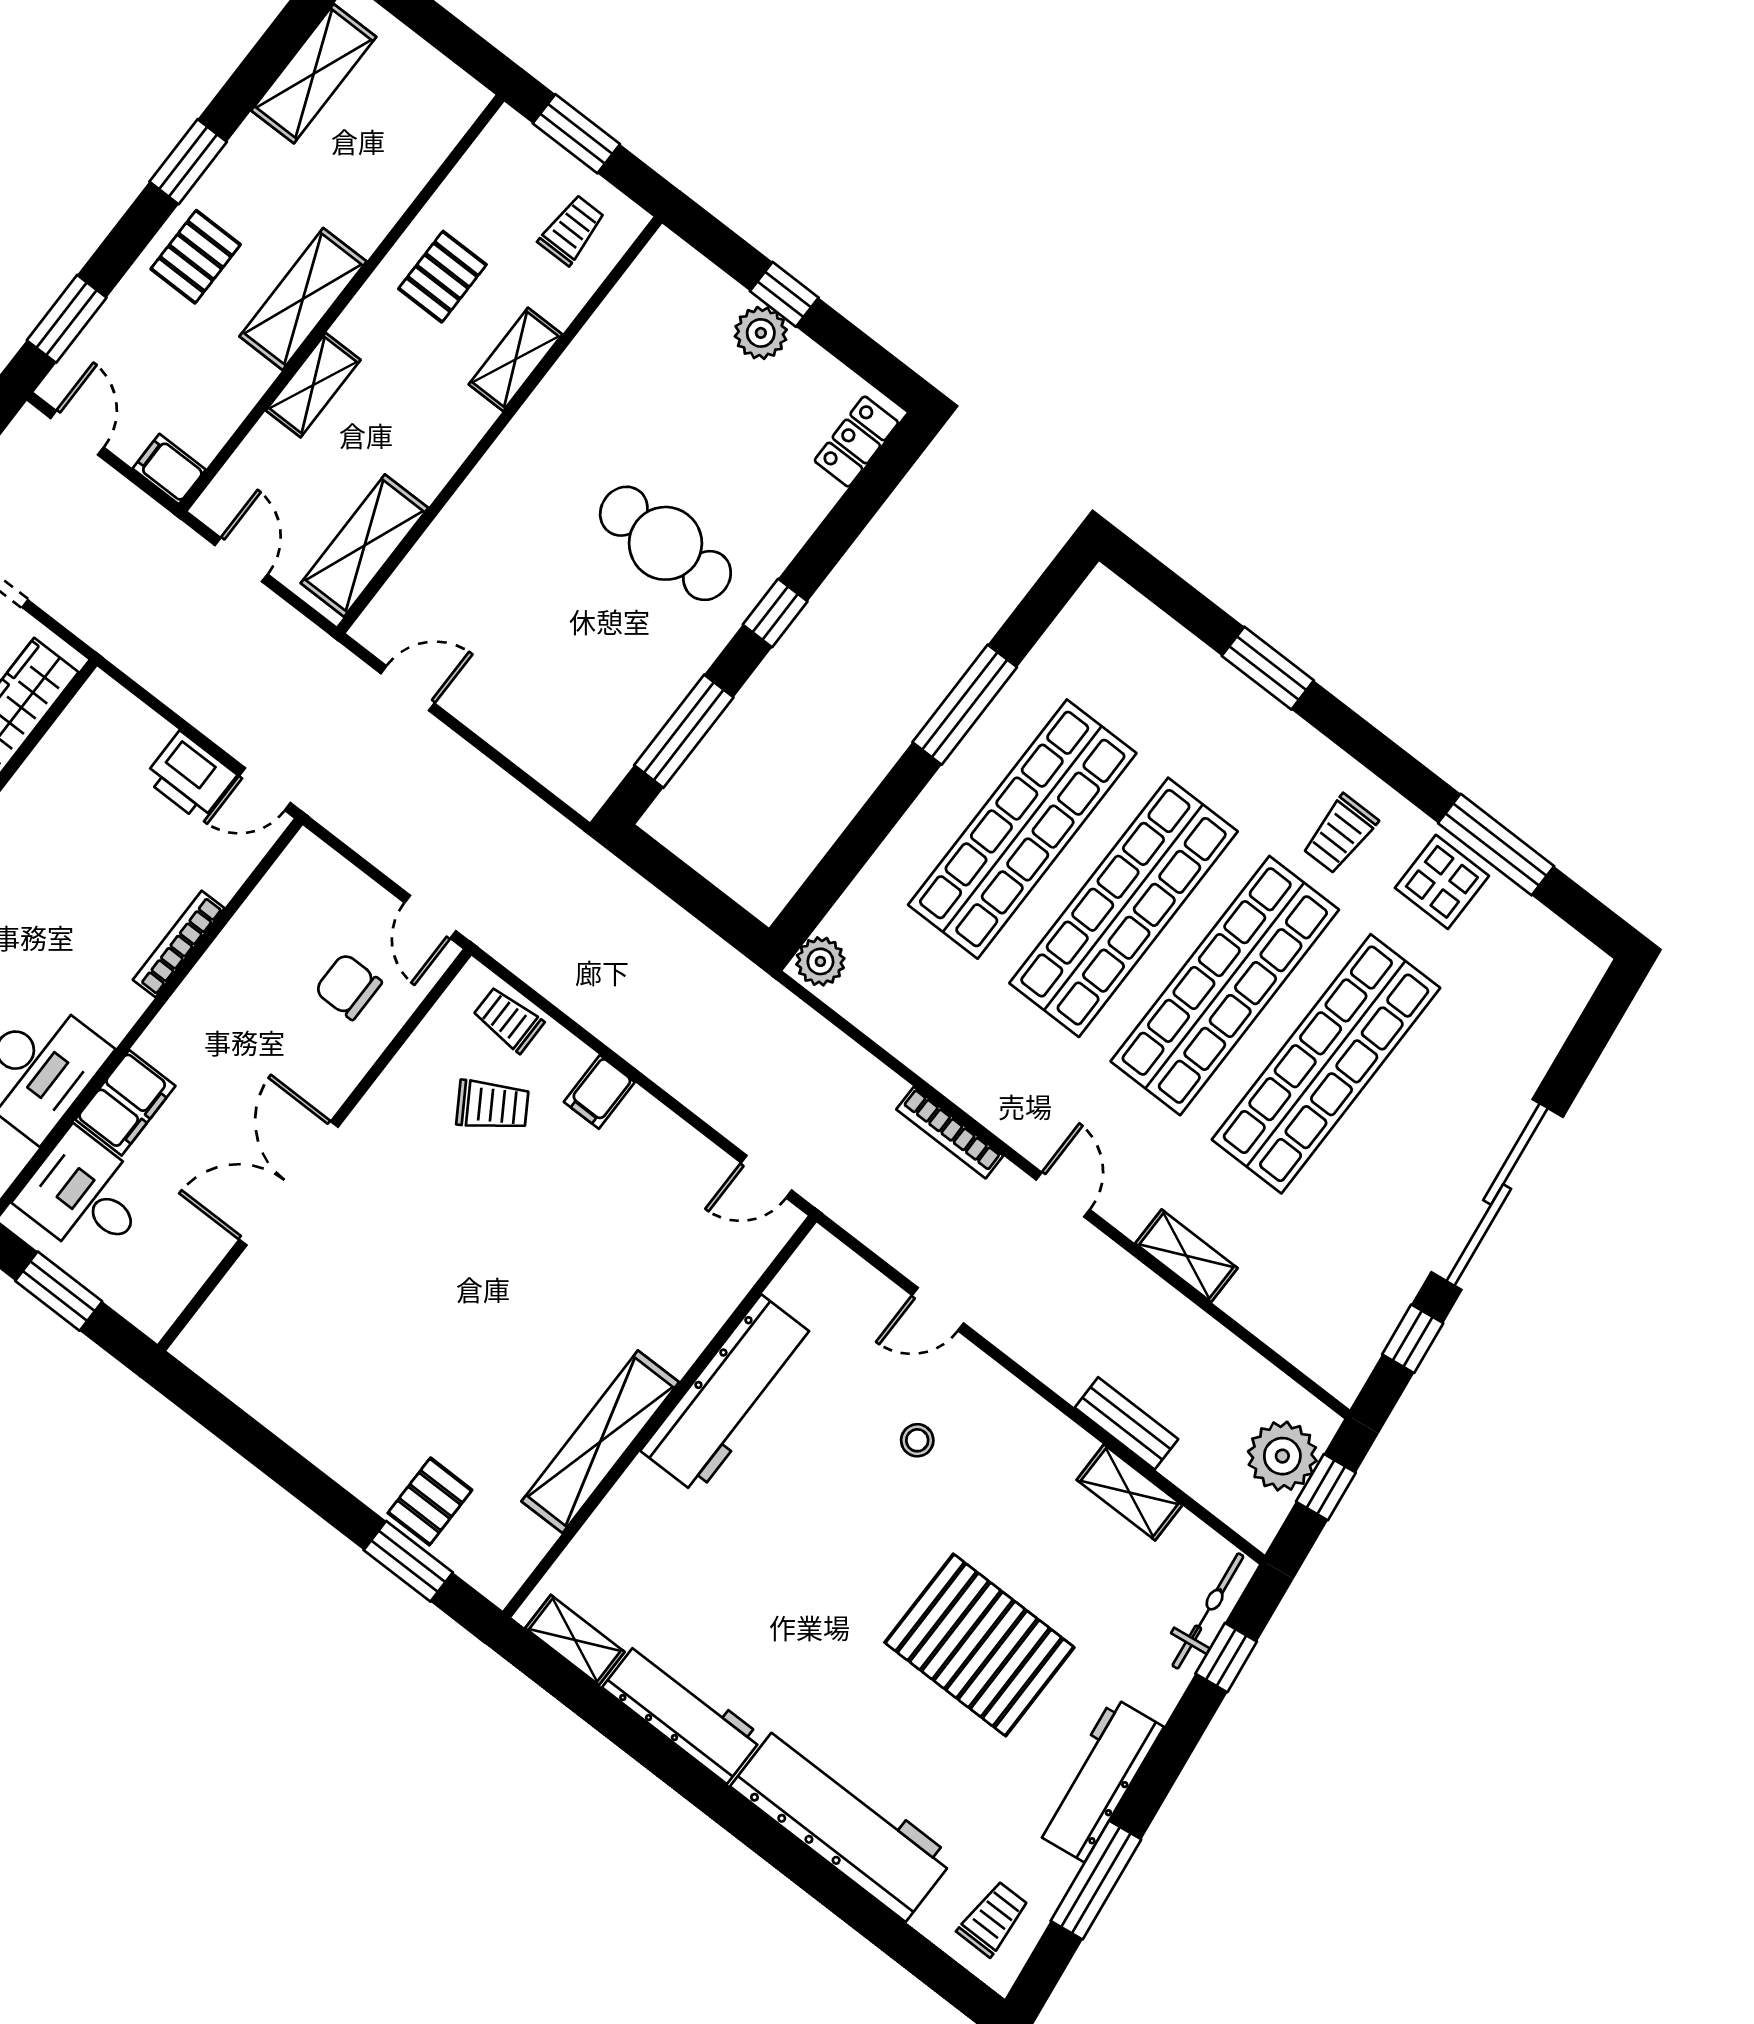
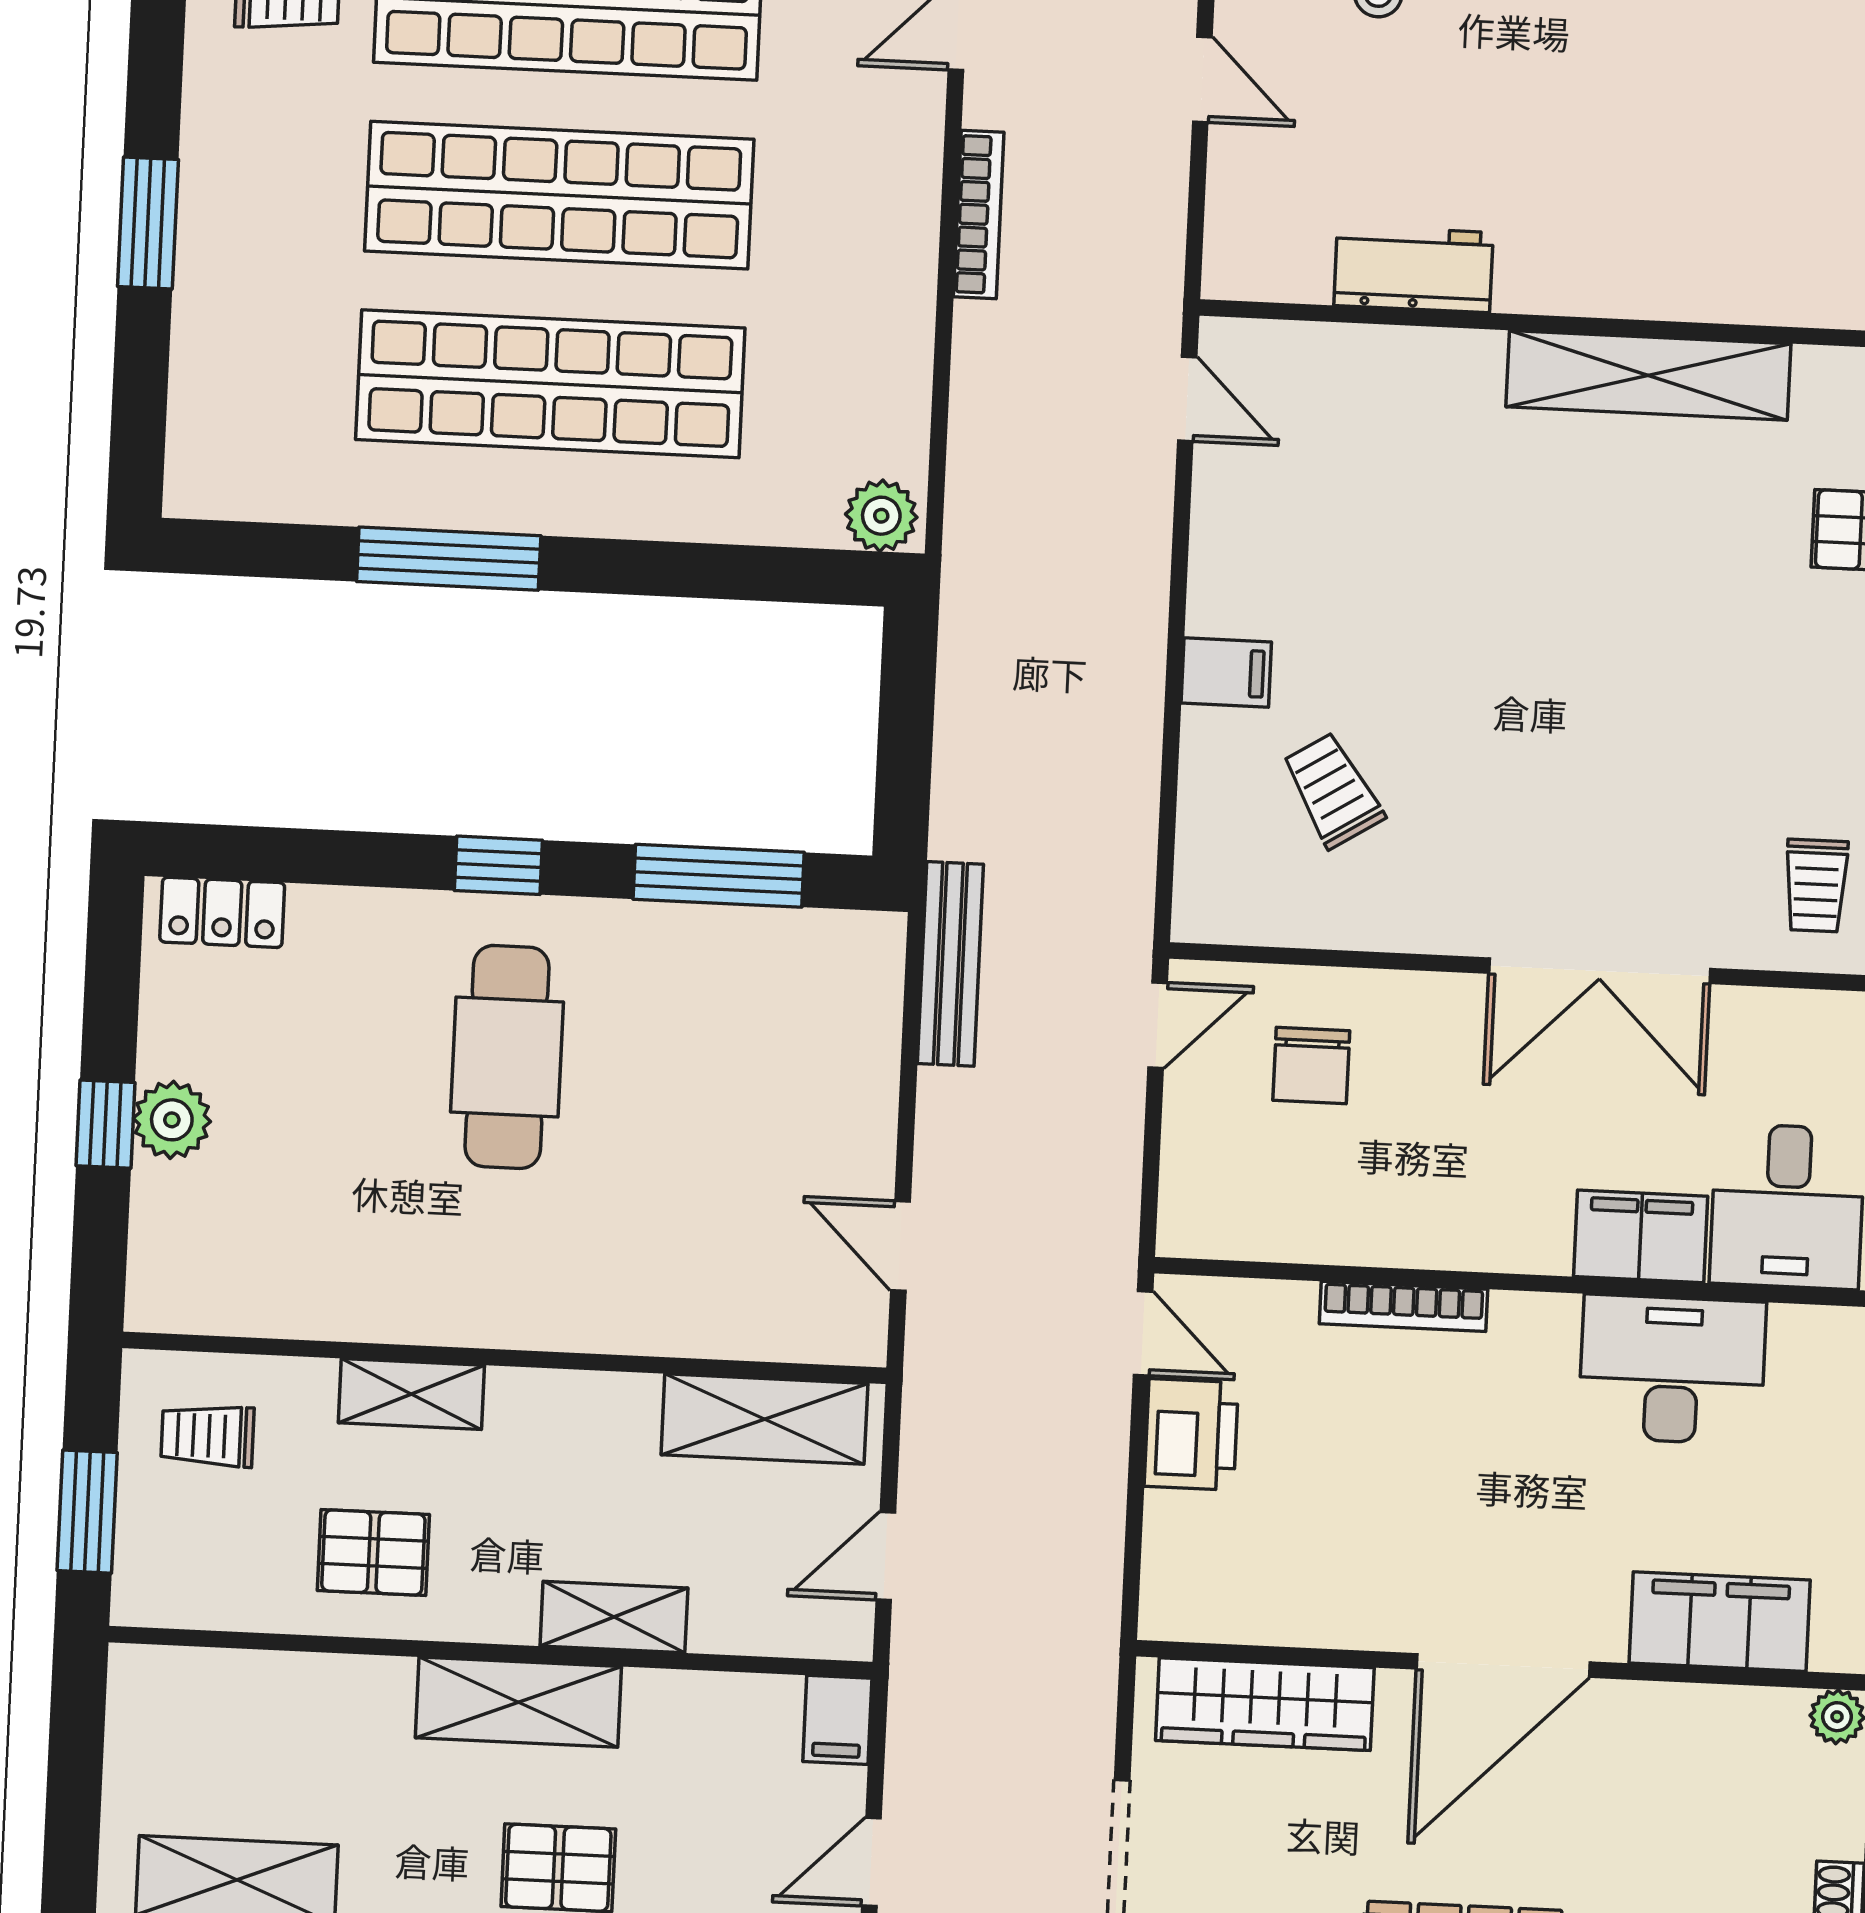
bench: (545, 826) -> (950, 964), added
trolley: (508, 1020) -> (1816, 886), moved
workbench: (729, 1395) -> (1413, 269), width x0.53, depth x0.76

